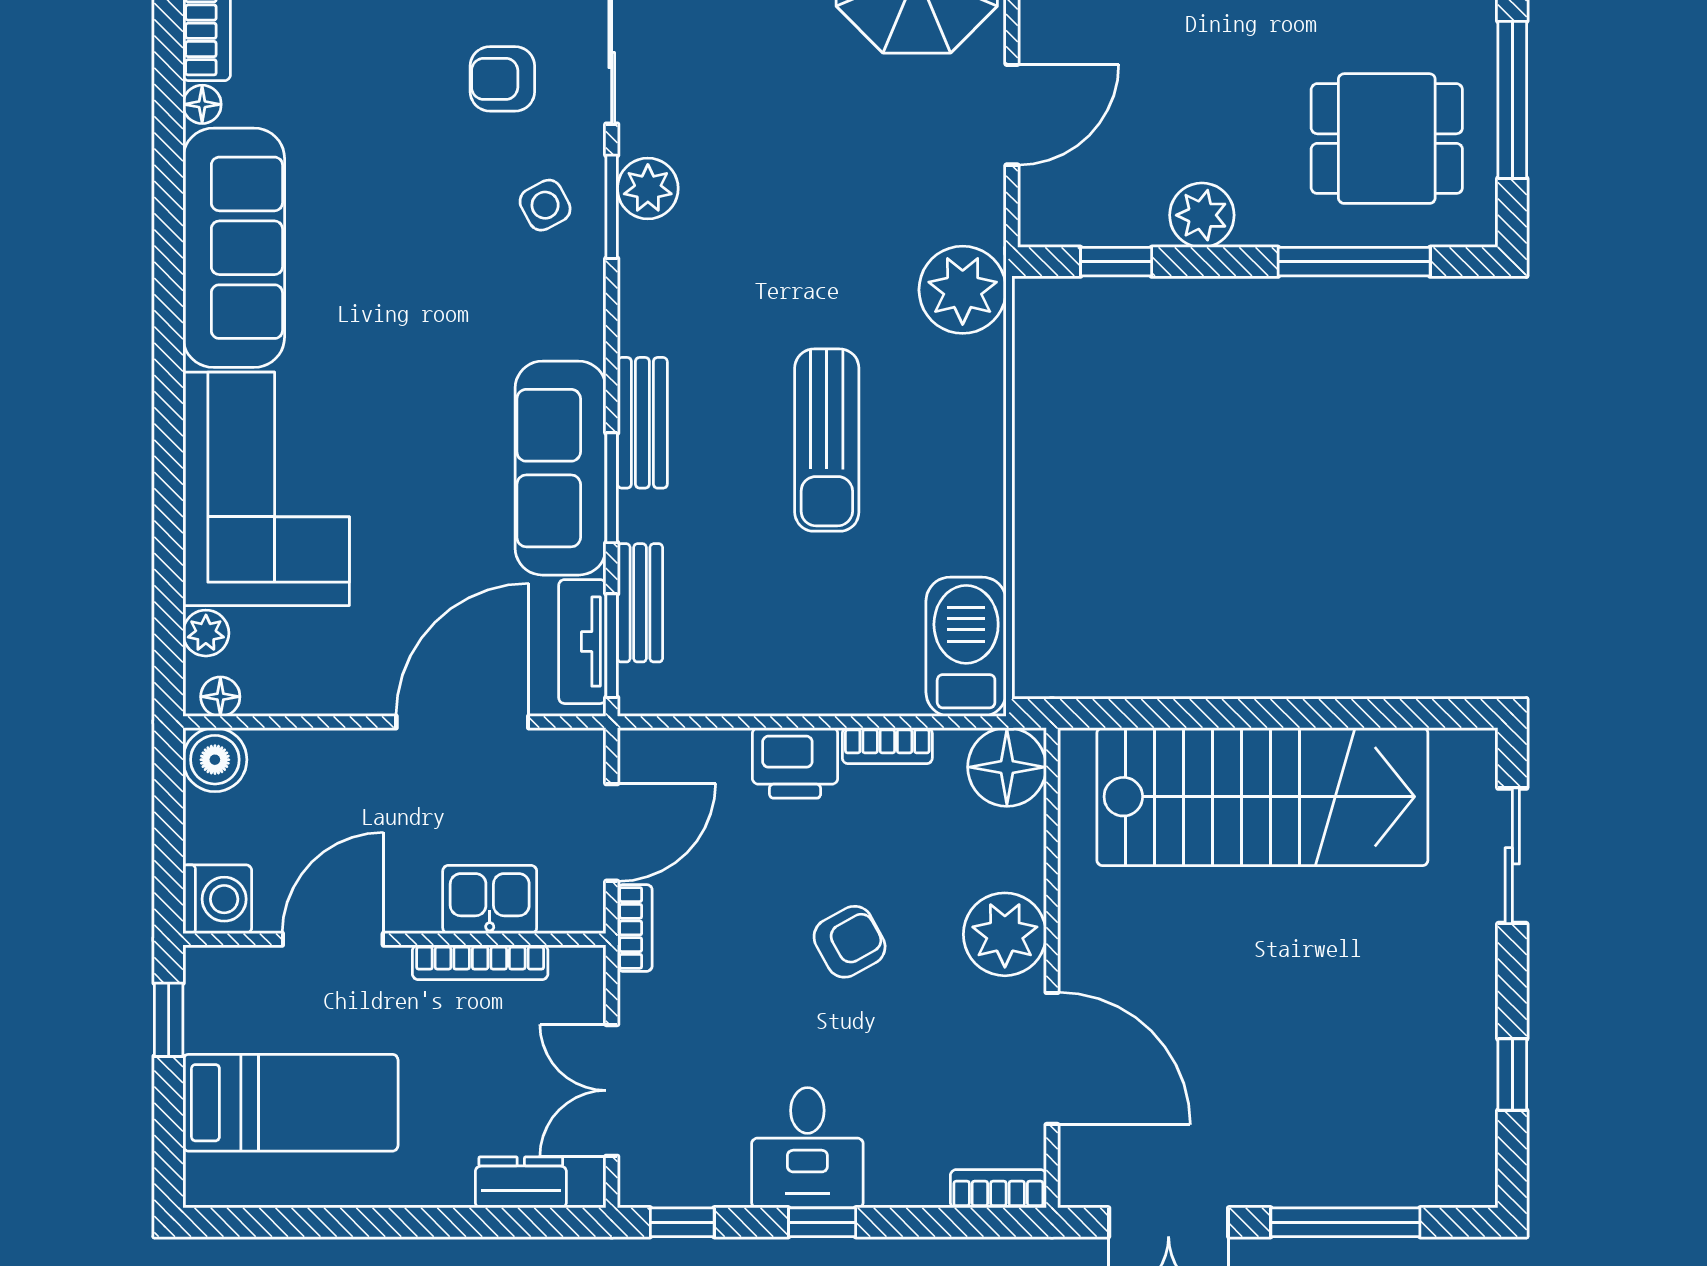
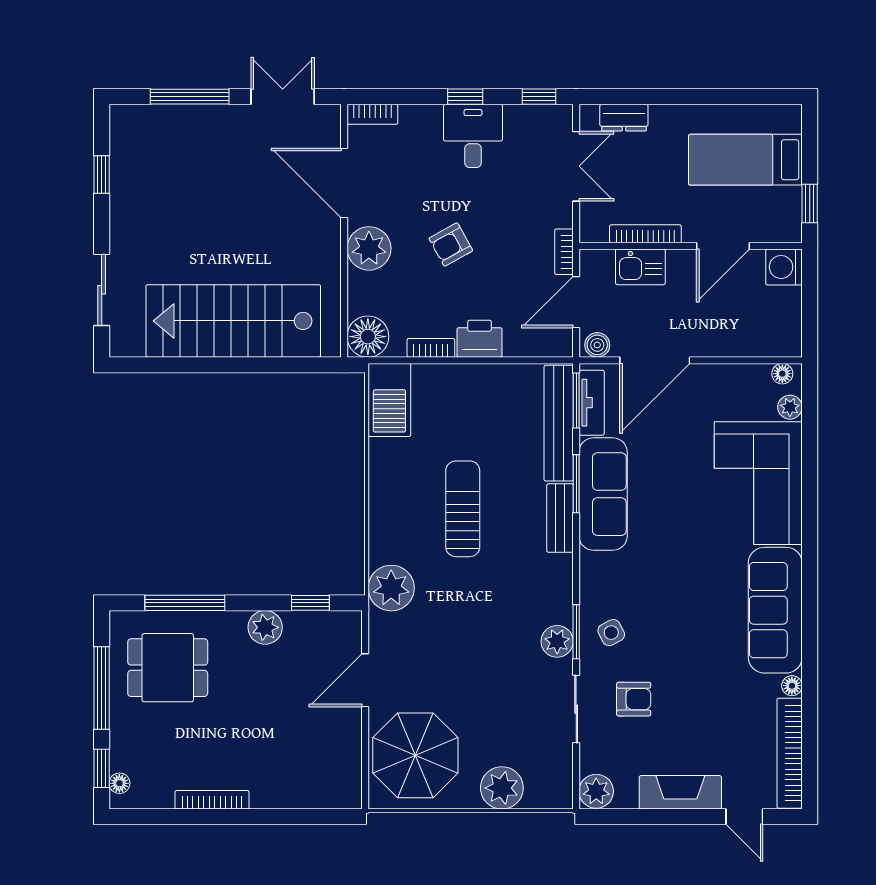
bench: (640, 603) -> (559, 423), width x1.86, depth x1.21
boiler: (215, 760) -> (597, 345), moved, width x0.73, depth x0.73

